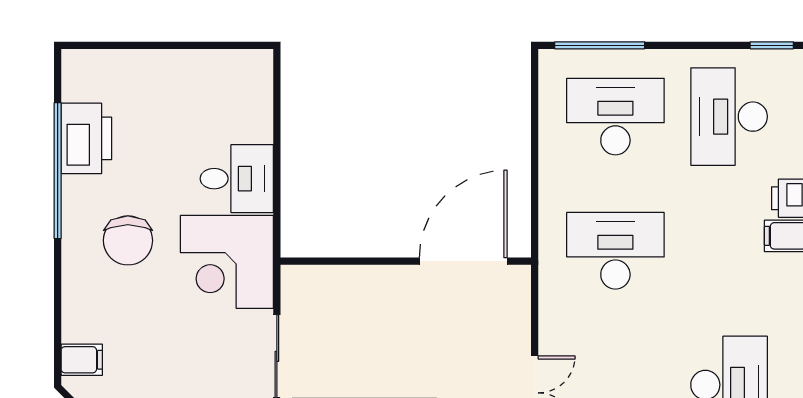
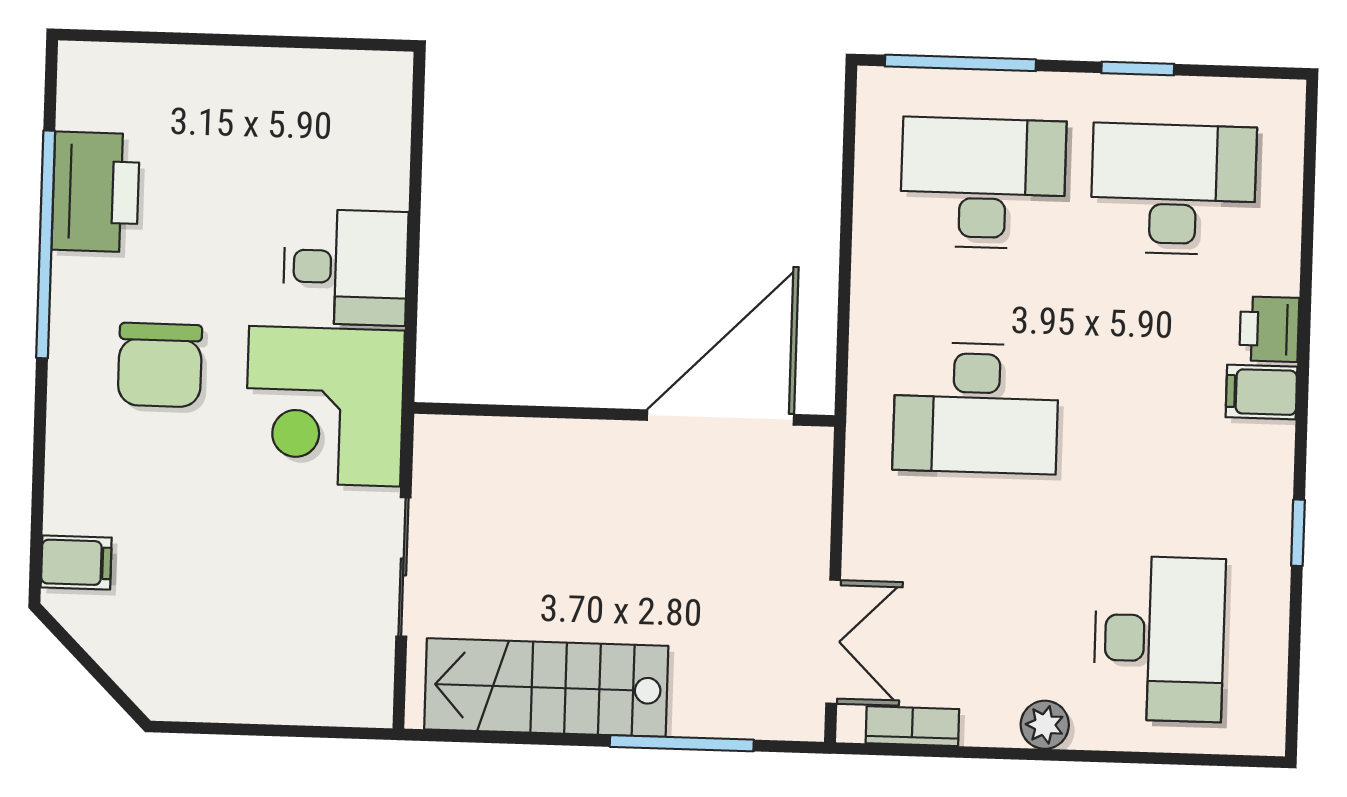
window: (772, 45) -> (1138, 69), moved
desk: (729, 117) -> (1173, 189), turned 90
desk: (615, 251) -> (976, 408), turned 180

